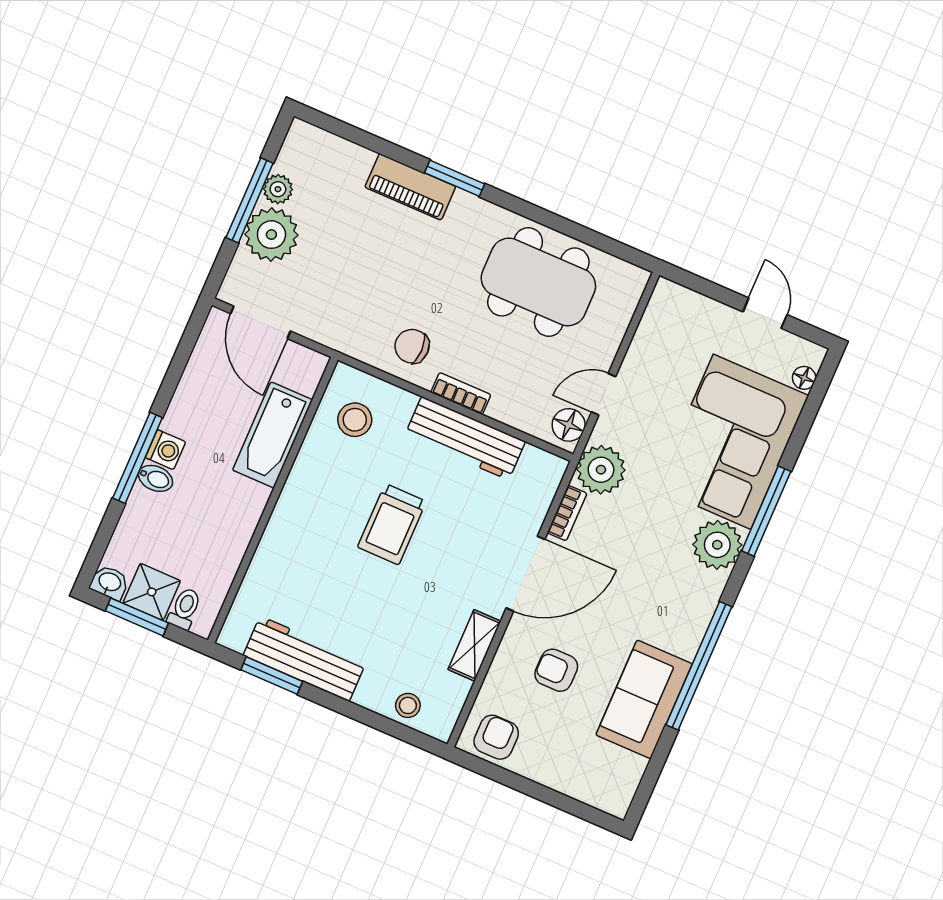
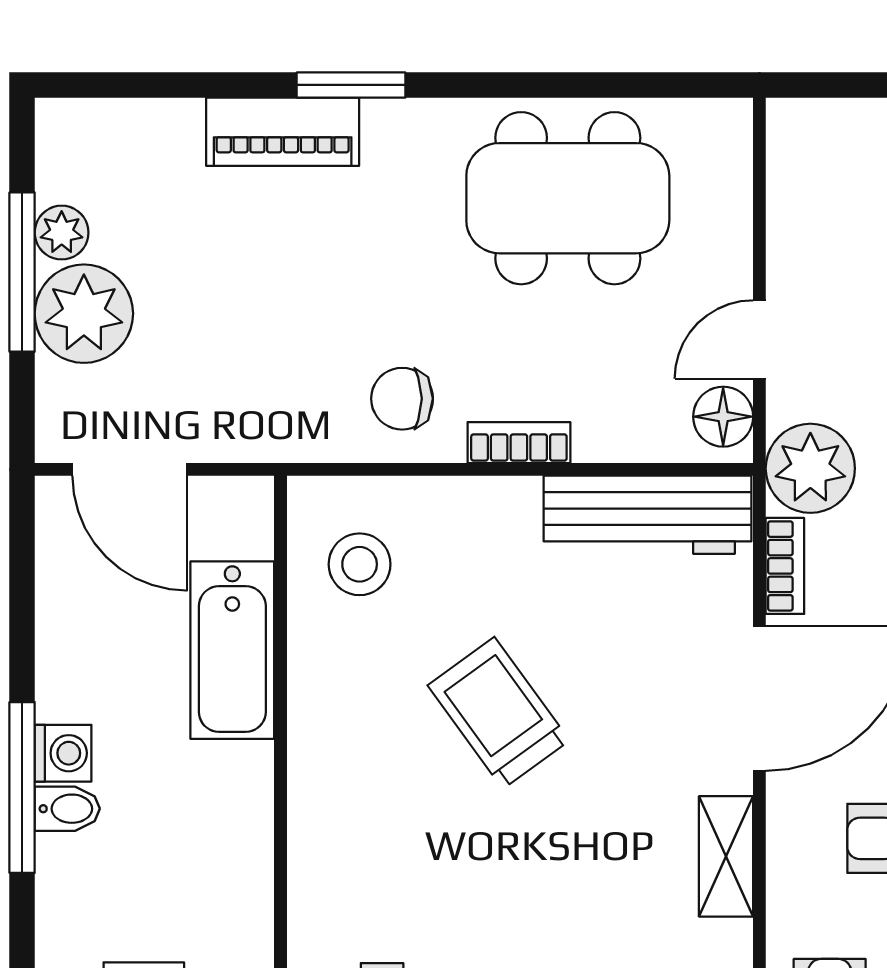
workbench: (465, 438) -> (647, 515), moved
trolley: (392, 524) -> (499, 713), turned 144

